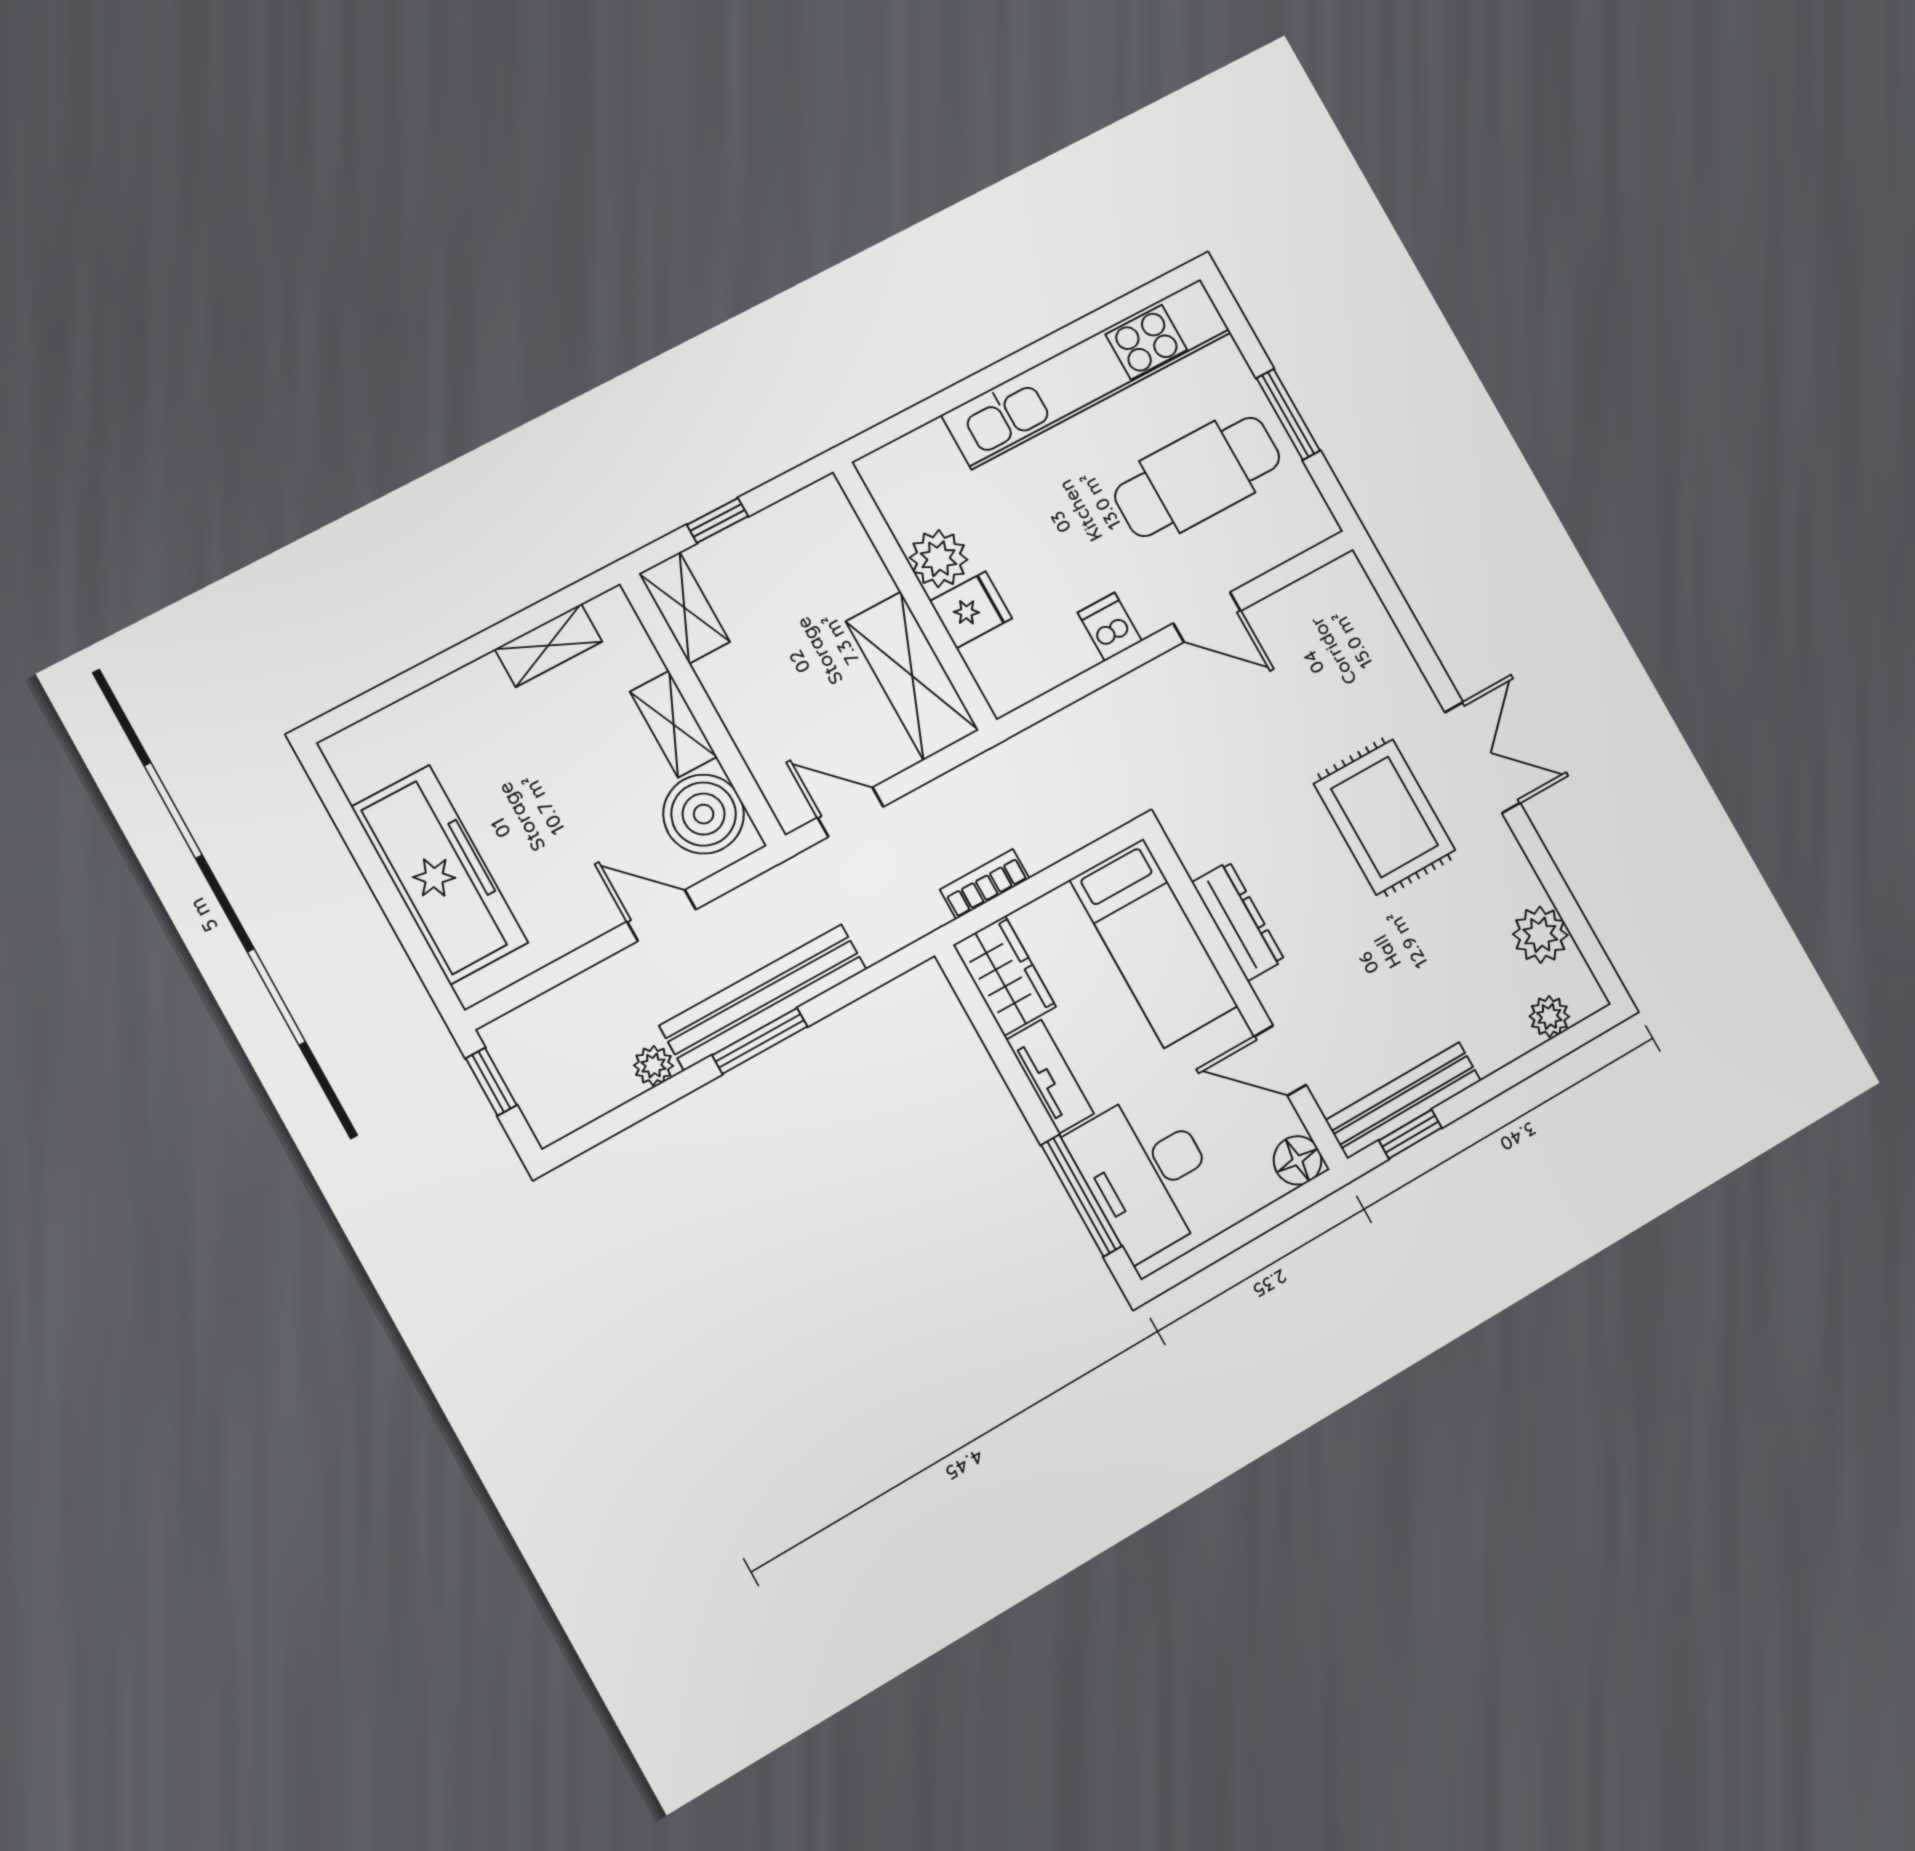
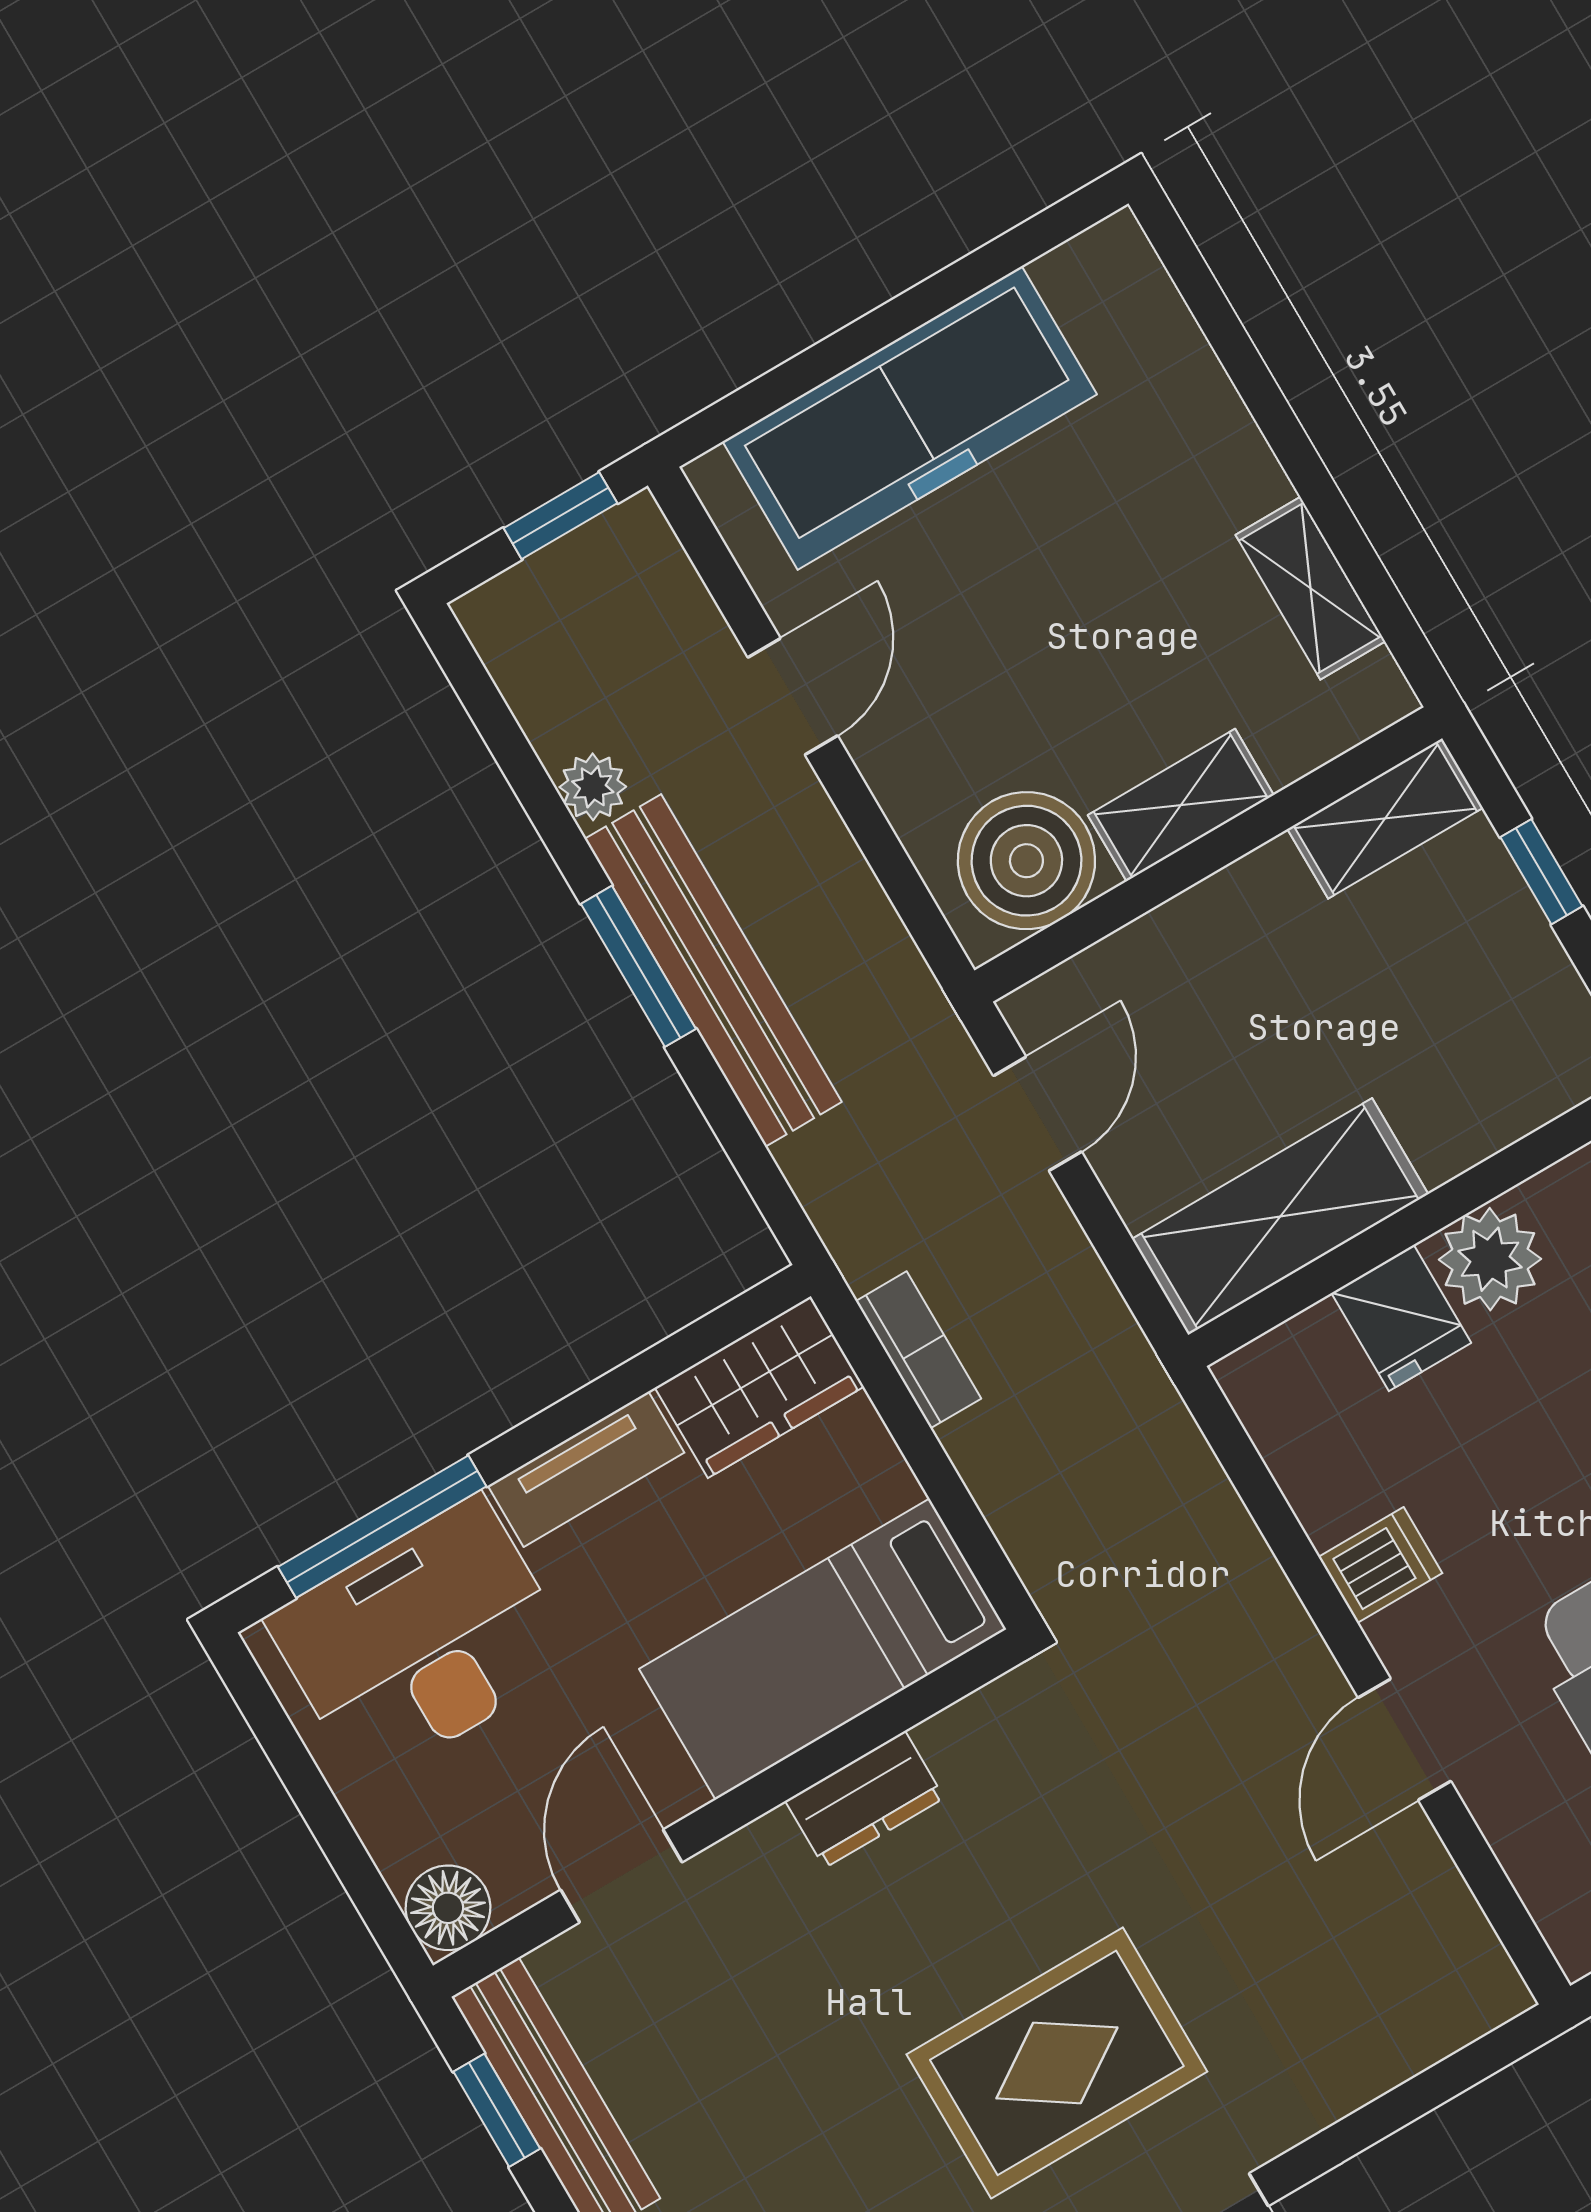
door: (661, 915) -> (793, 697), moved
dresser: (1238, 921) -> (865, 1799), width x0.70

